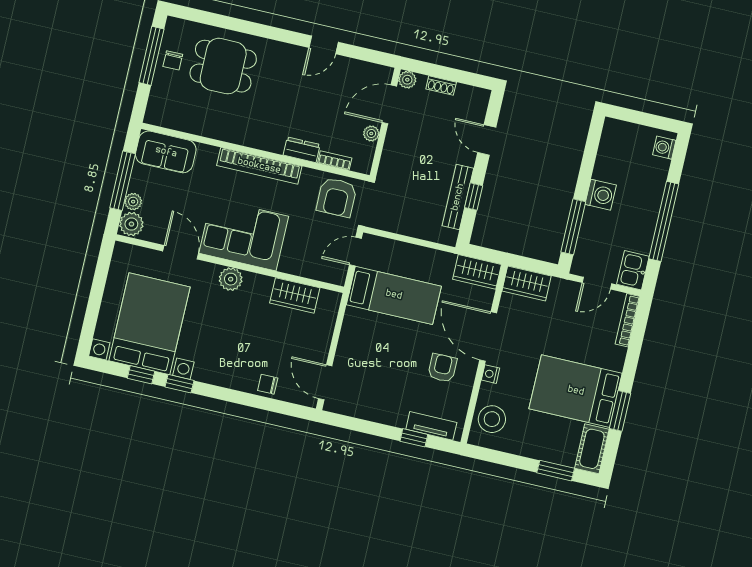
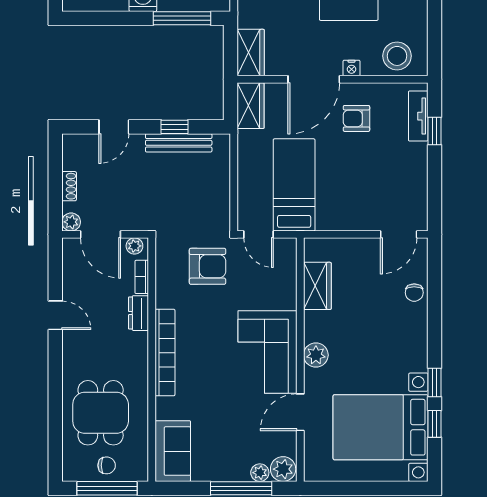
dresser: (302, 150) -> (139, 313), moved
sofa: (166, 152) -> (173, 451), moved
wall: (255, 152) -> (152, 360), moved
bookcase: (335, 161) -> (142, 277), moved
bookcase: (259, 166) -> (165, 353), moved

